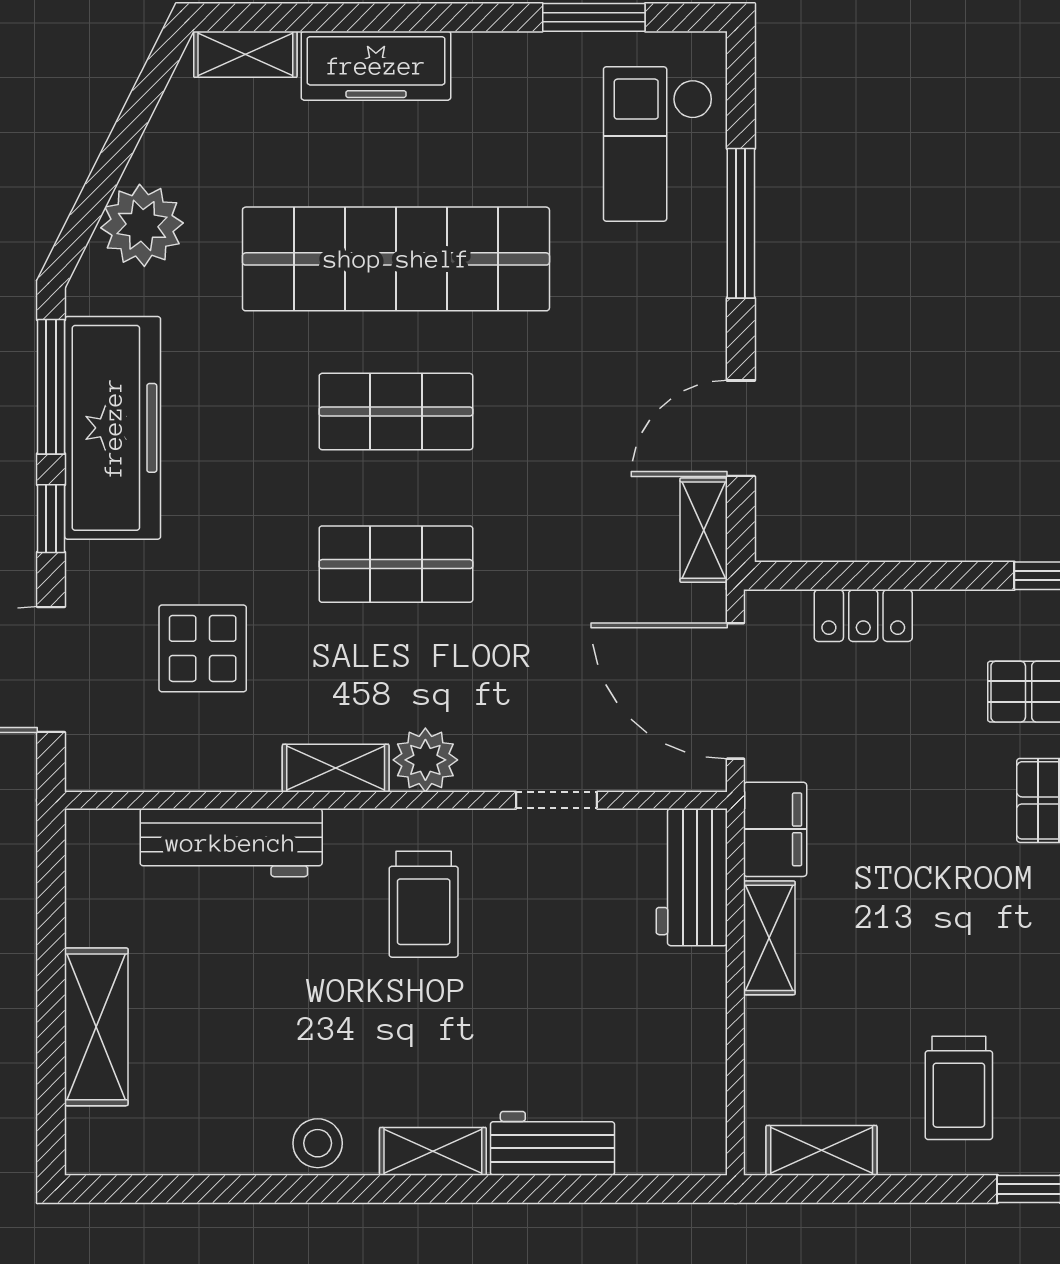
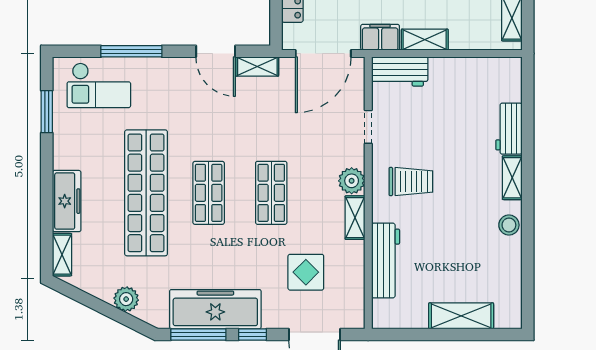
plant: (142, 225) -> (126, 299), width x0.73, depth x0.73

